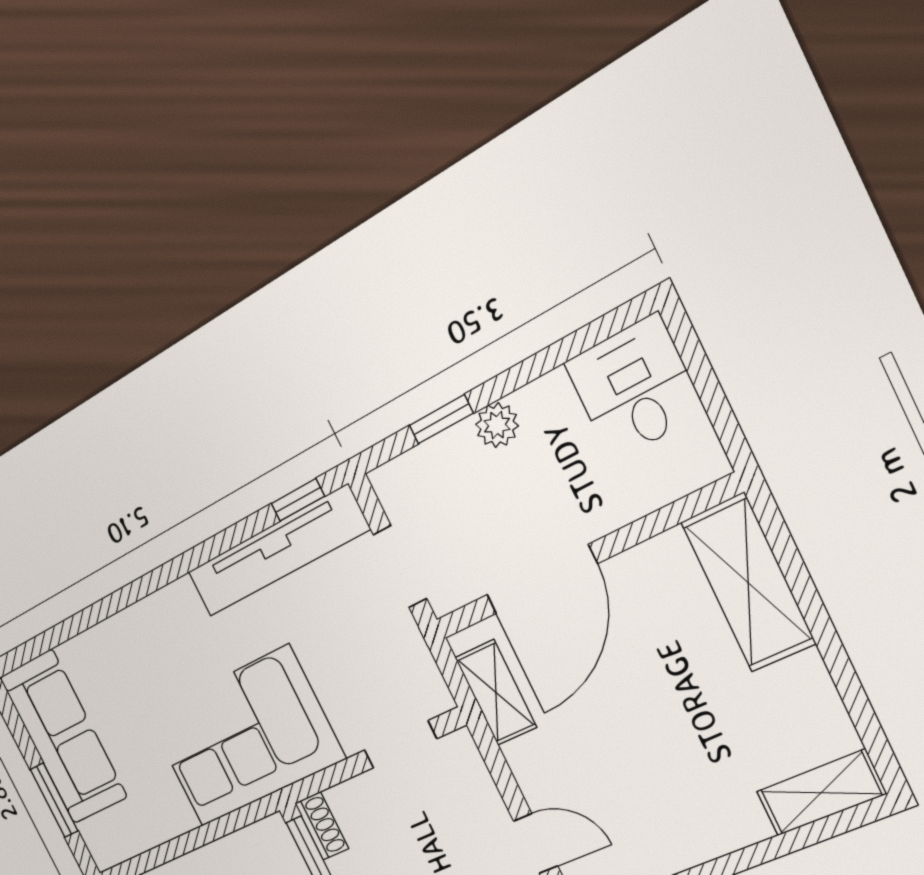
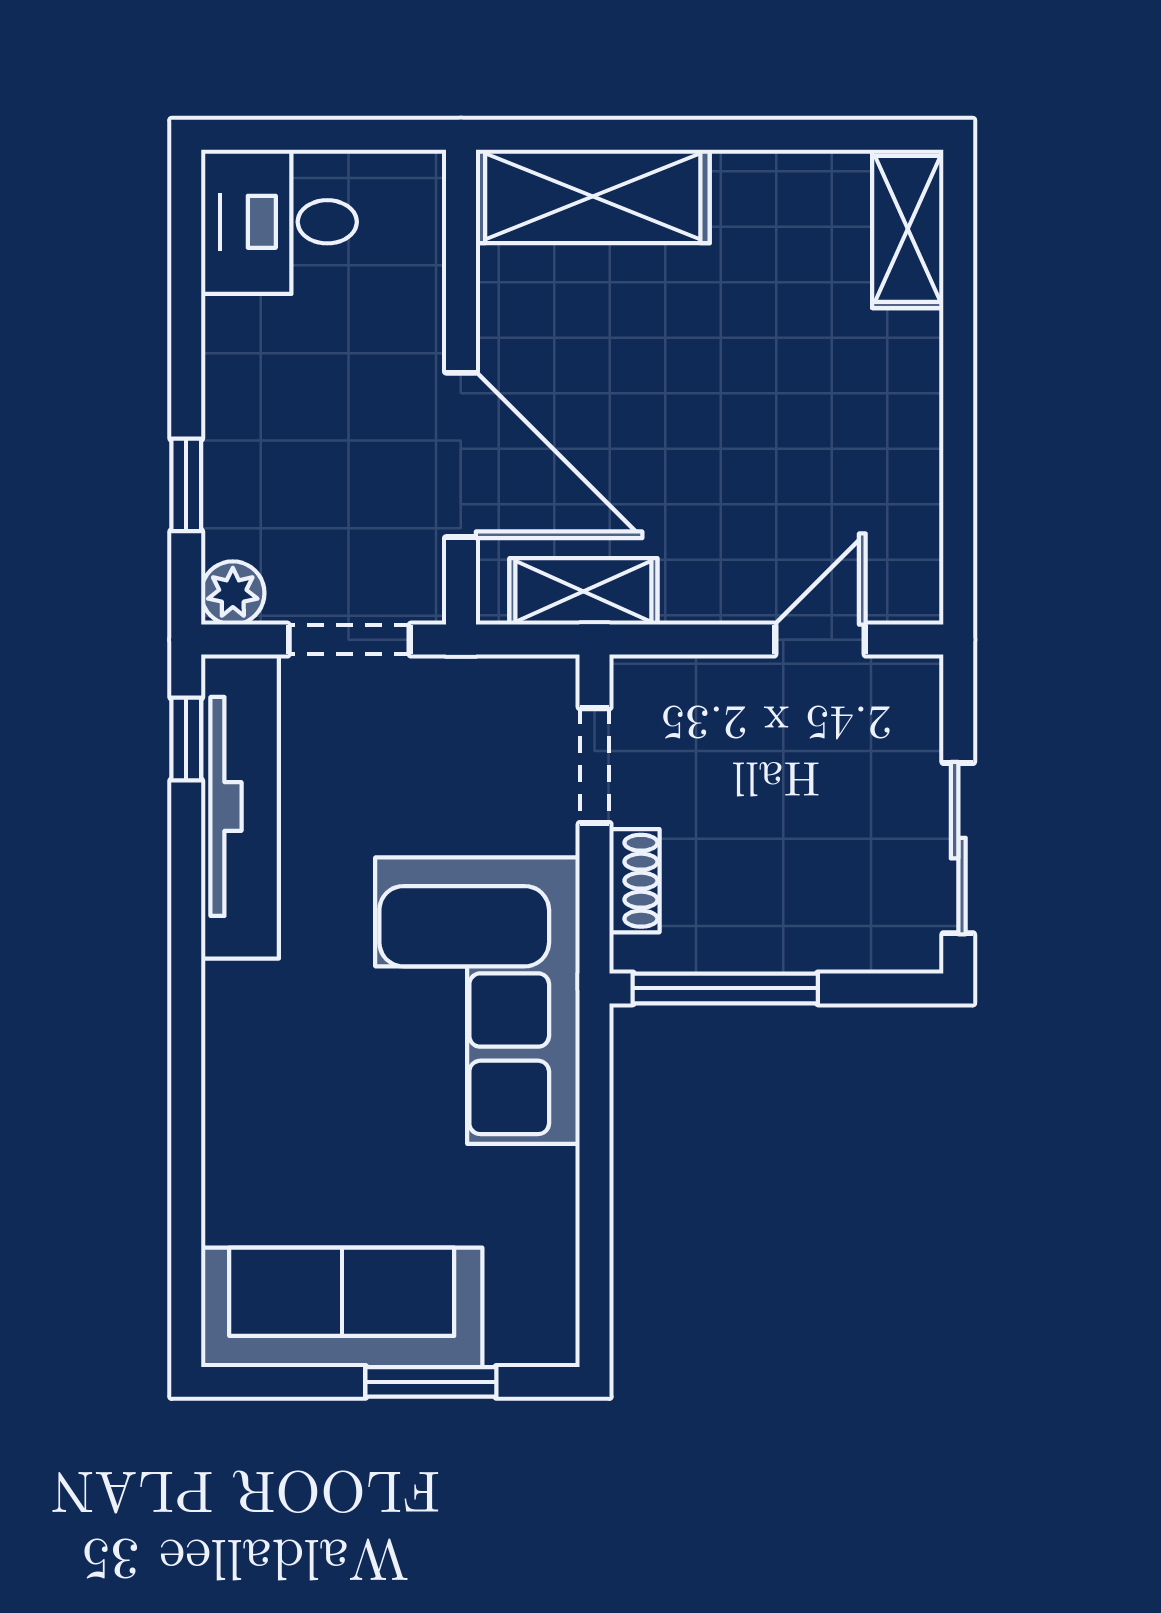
plant: (497, 425) -> (233, 593), moved
shoe rack: (322, 826) -> (634, 881), moved, turned 90

